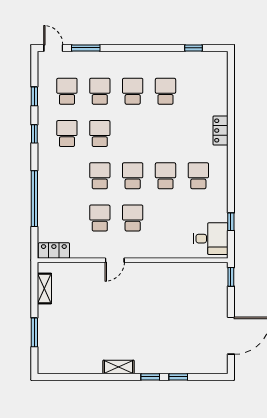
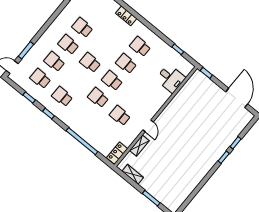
school desk: (100, 134) -> (90, 63), moved
school desk: (133, 218) -> (134, 99), removed
desk: (211, 239) -> (171, 78), moved, turned 90
shelving: (118, 367) -> (139, 146), moved

